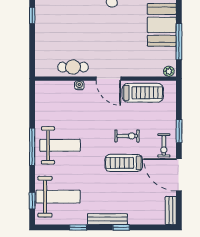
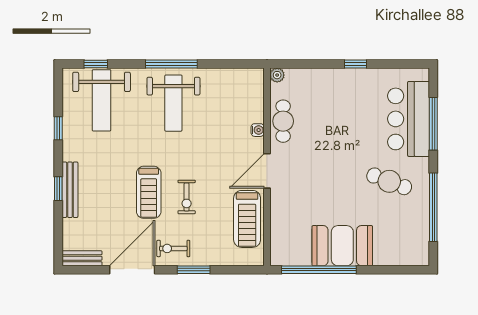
window: (179, 41) -> (319, 270), width x1.46
plant: (169, 71) -> (277, 75), moved
treadmill: (124, 163) -> (149, 192), turned 180
bench: (107, 219) -> (70, 190), moved

